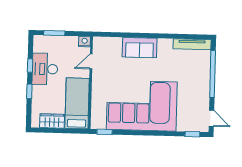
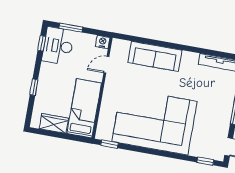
sofa: (140, 48) -> (155, 56), width x1.36
window: (30, 65) -> (42, 43), moved
desk: (45, 69) -> (58, 46), moved

